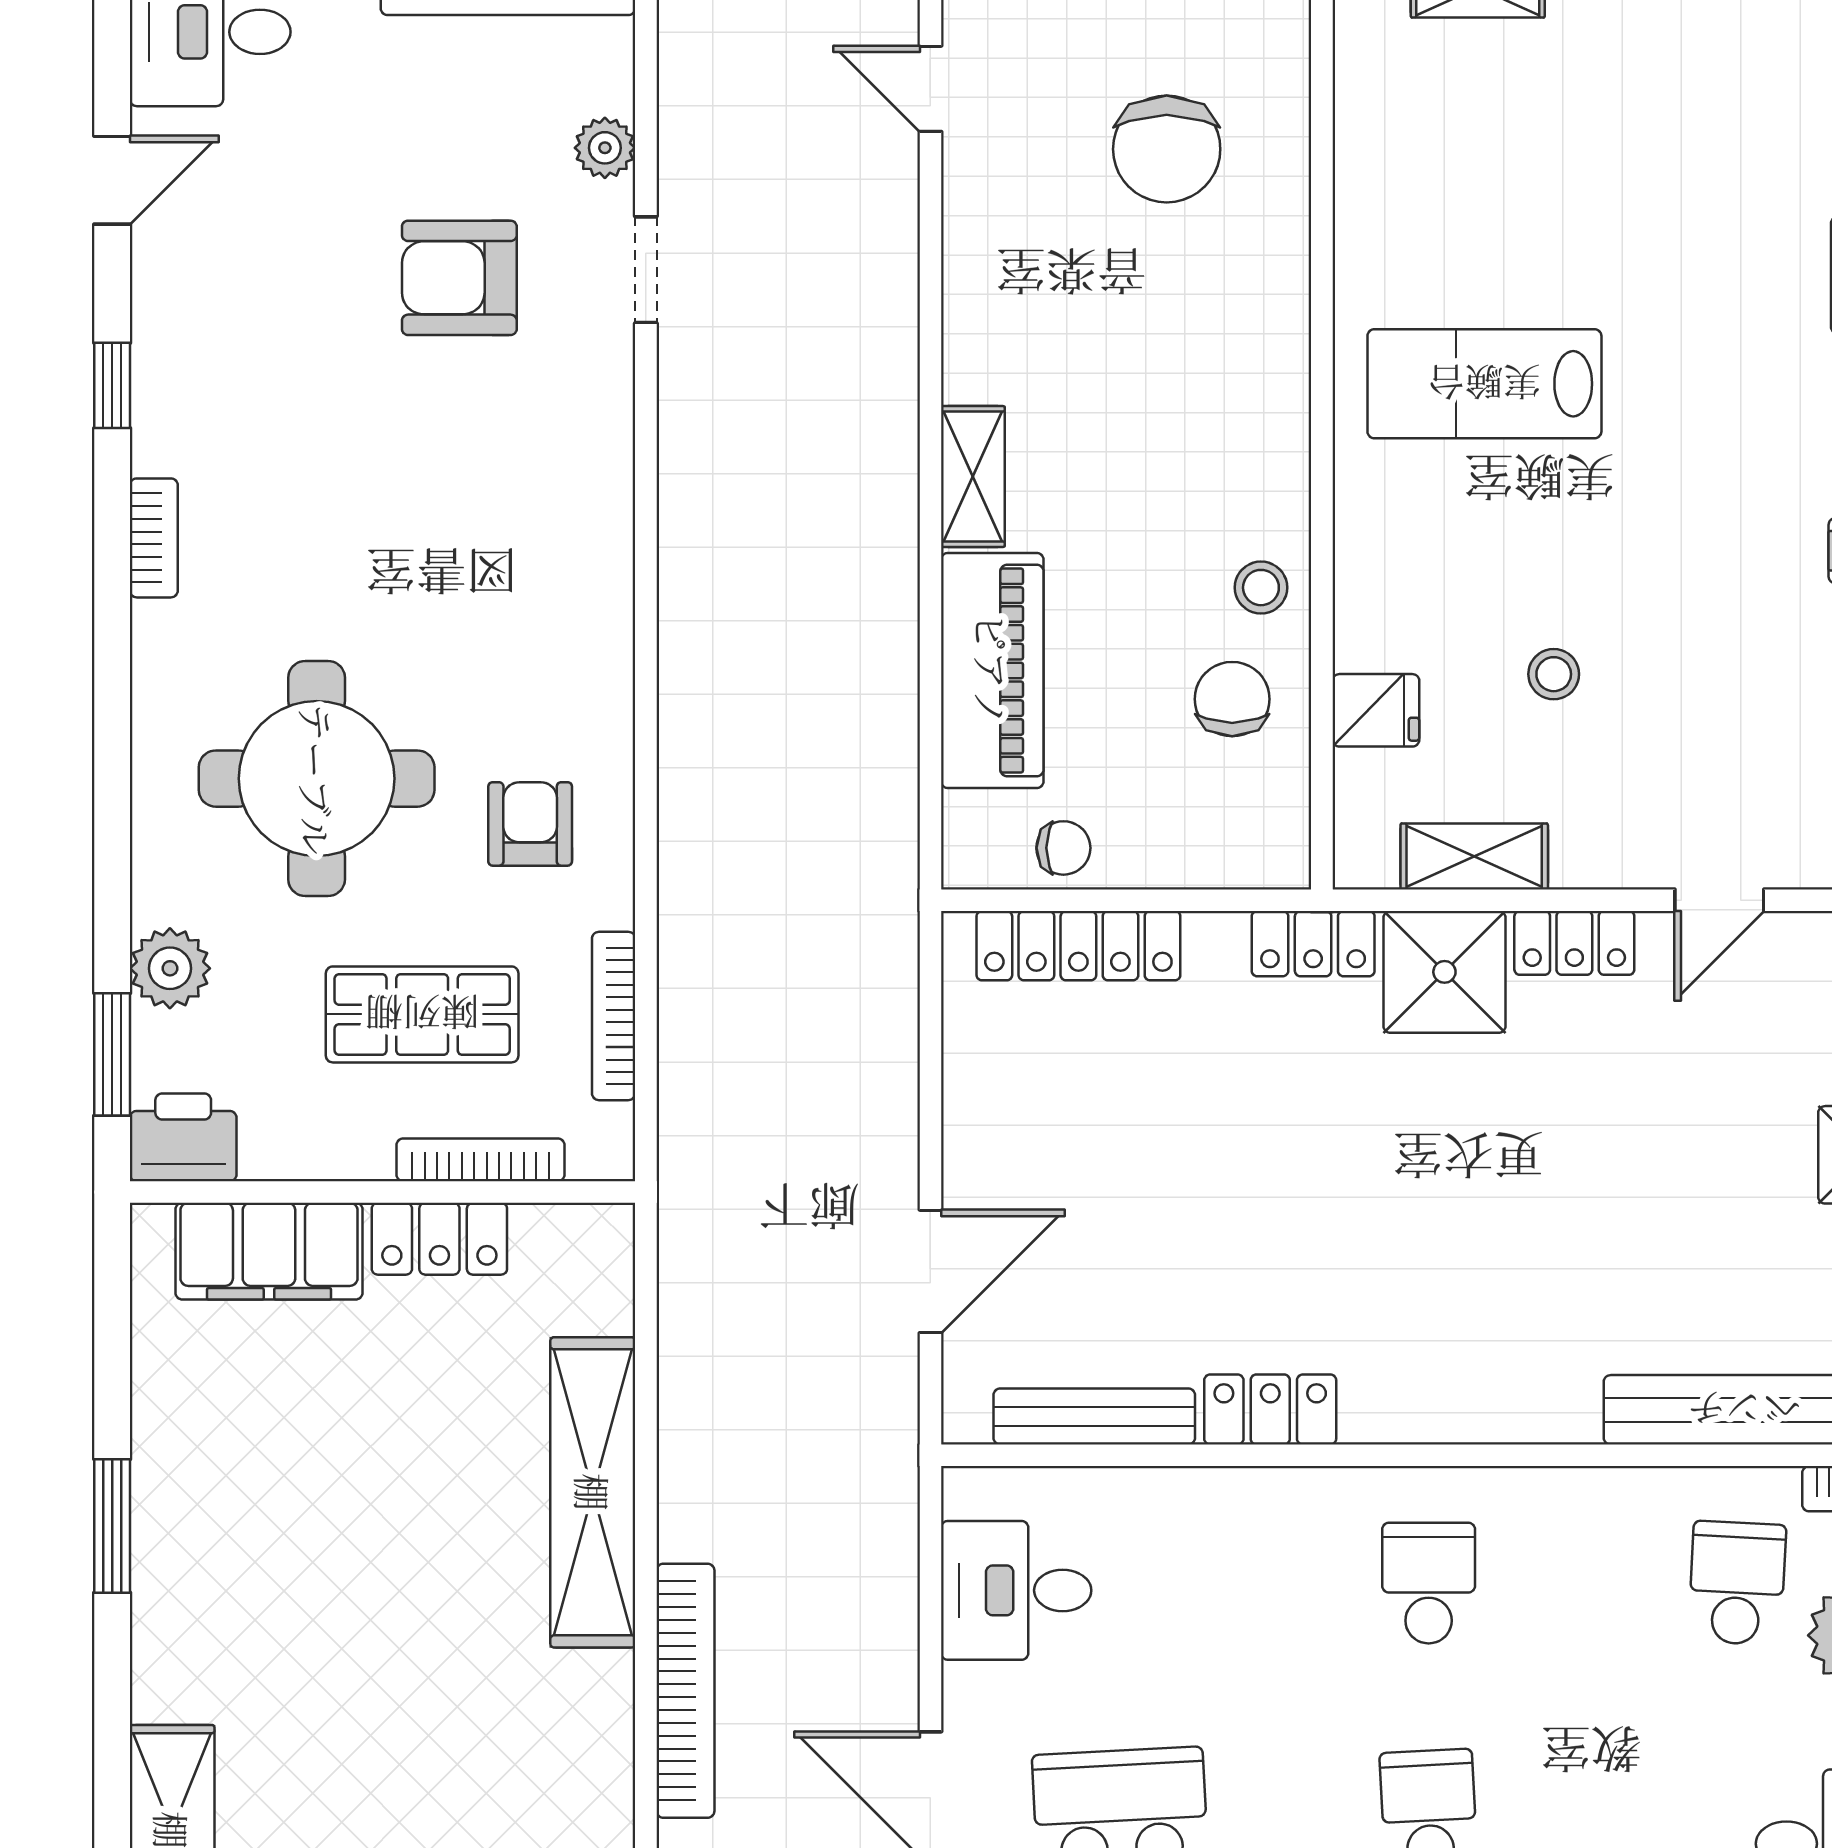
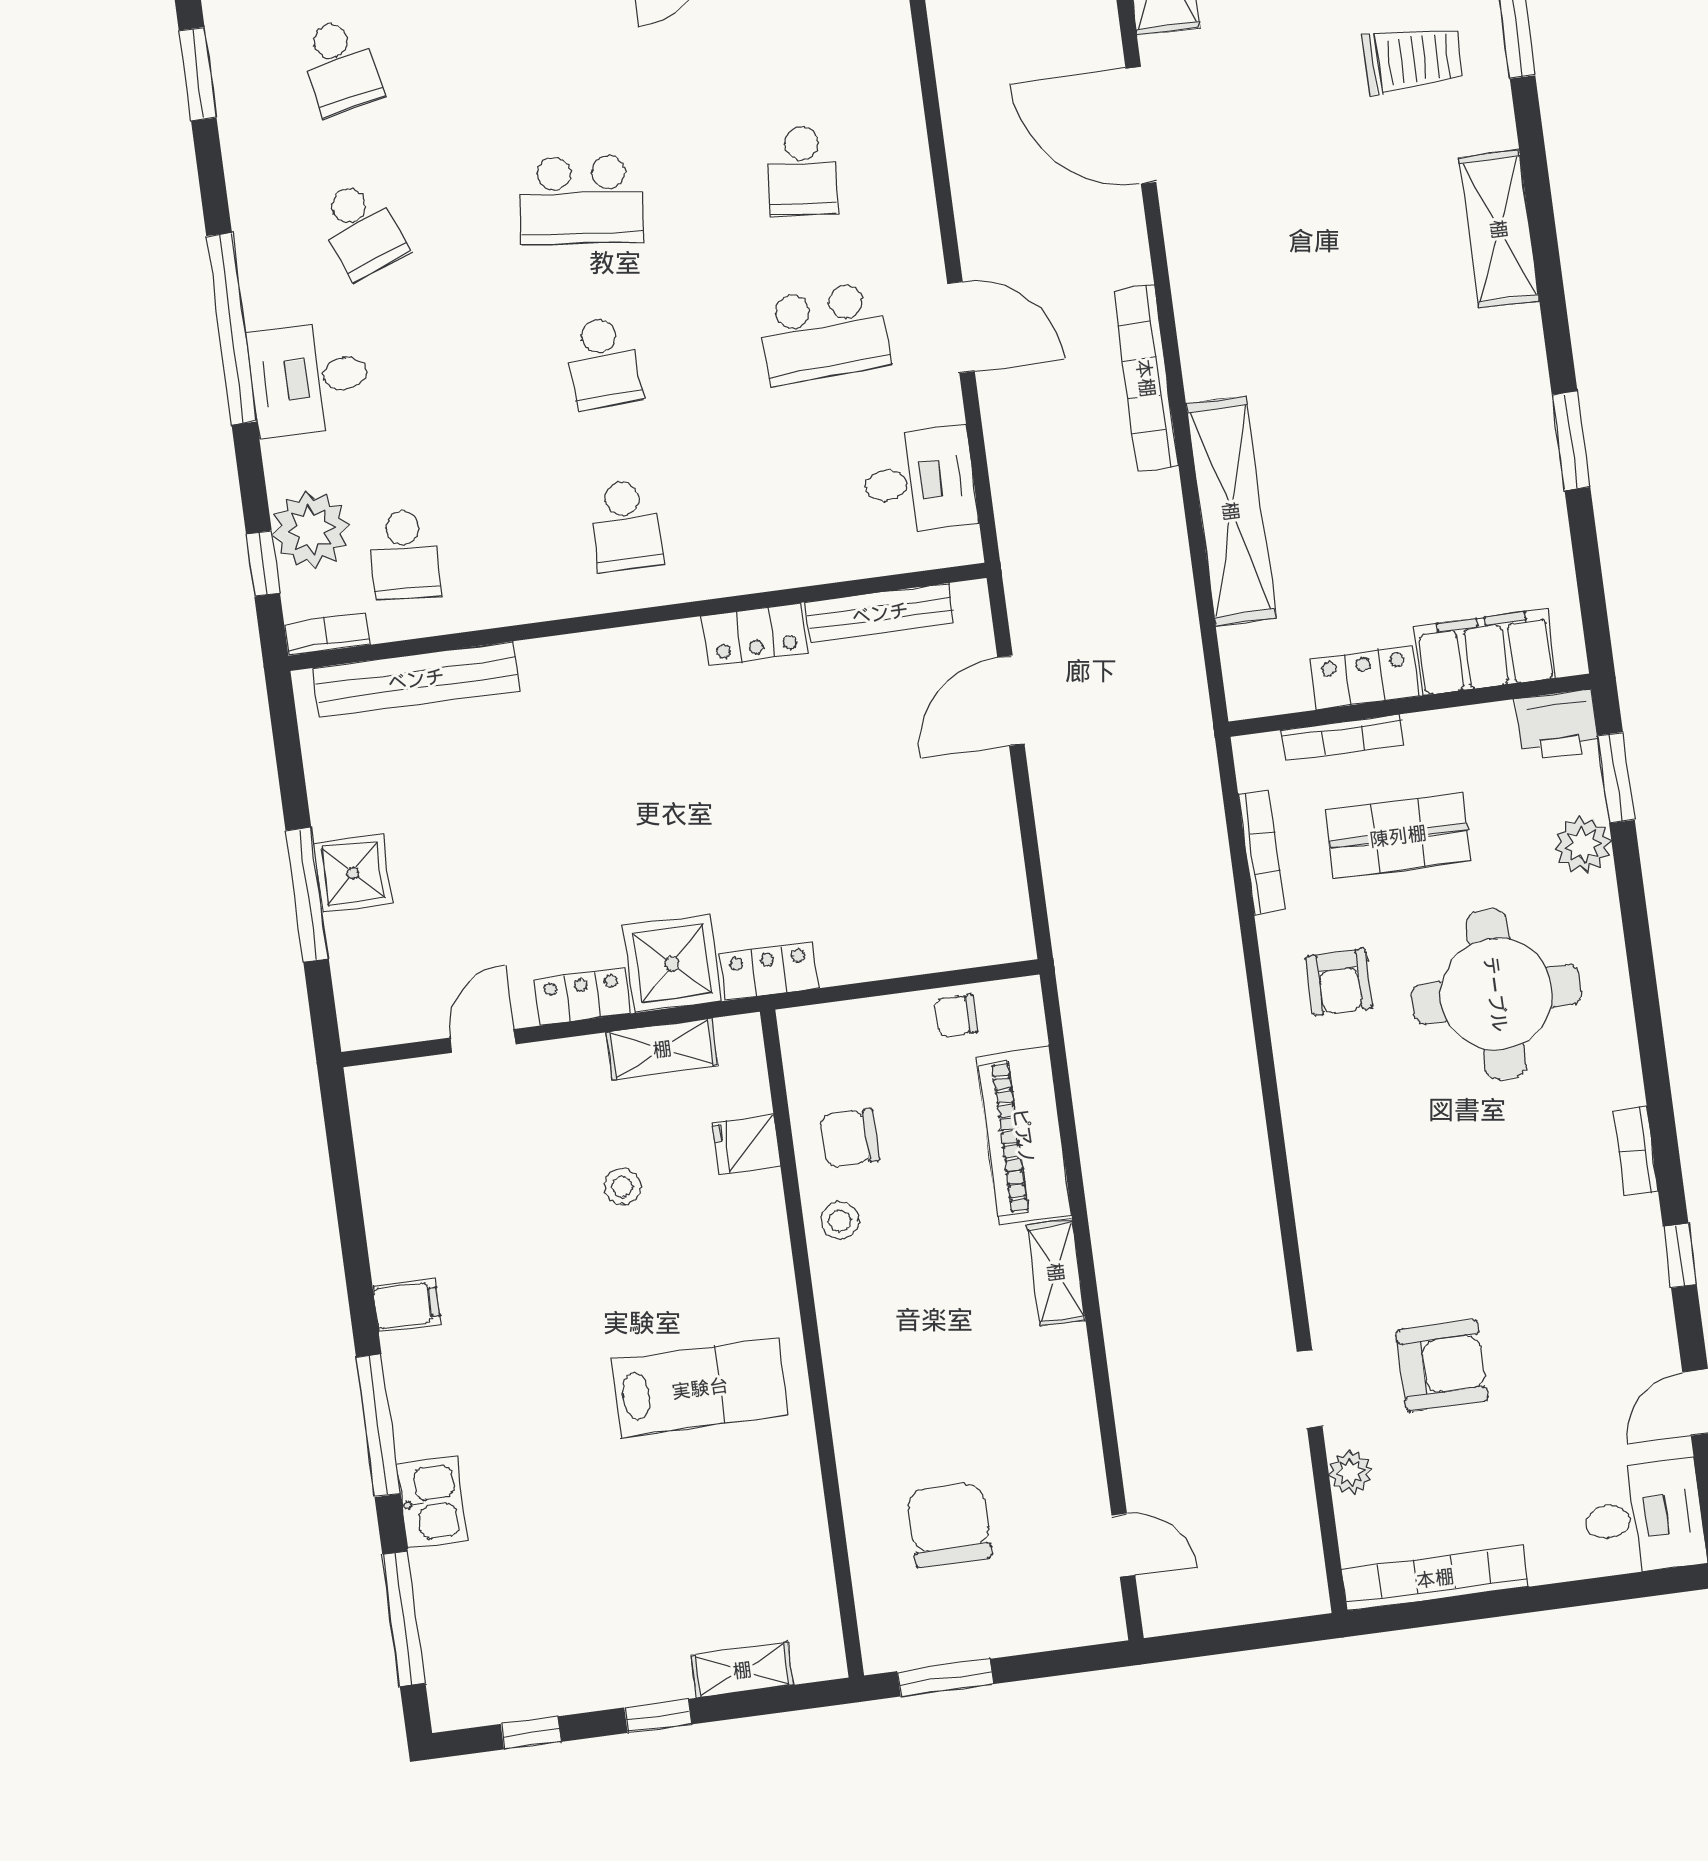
chair: (1232, 699) -> (850, 1138), turned 90
locker: (1078, 946) -> (936, 947), removed

